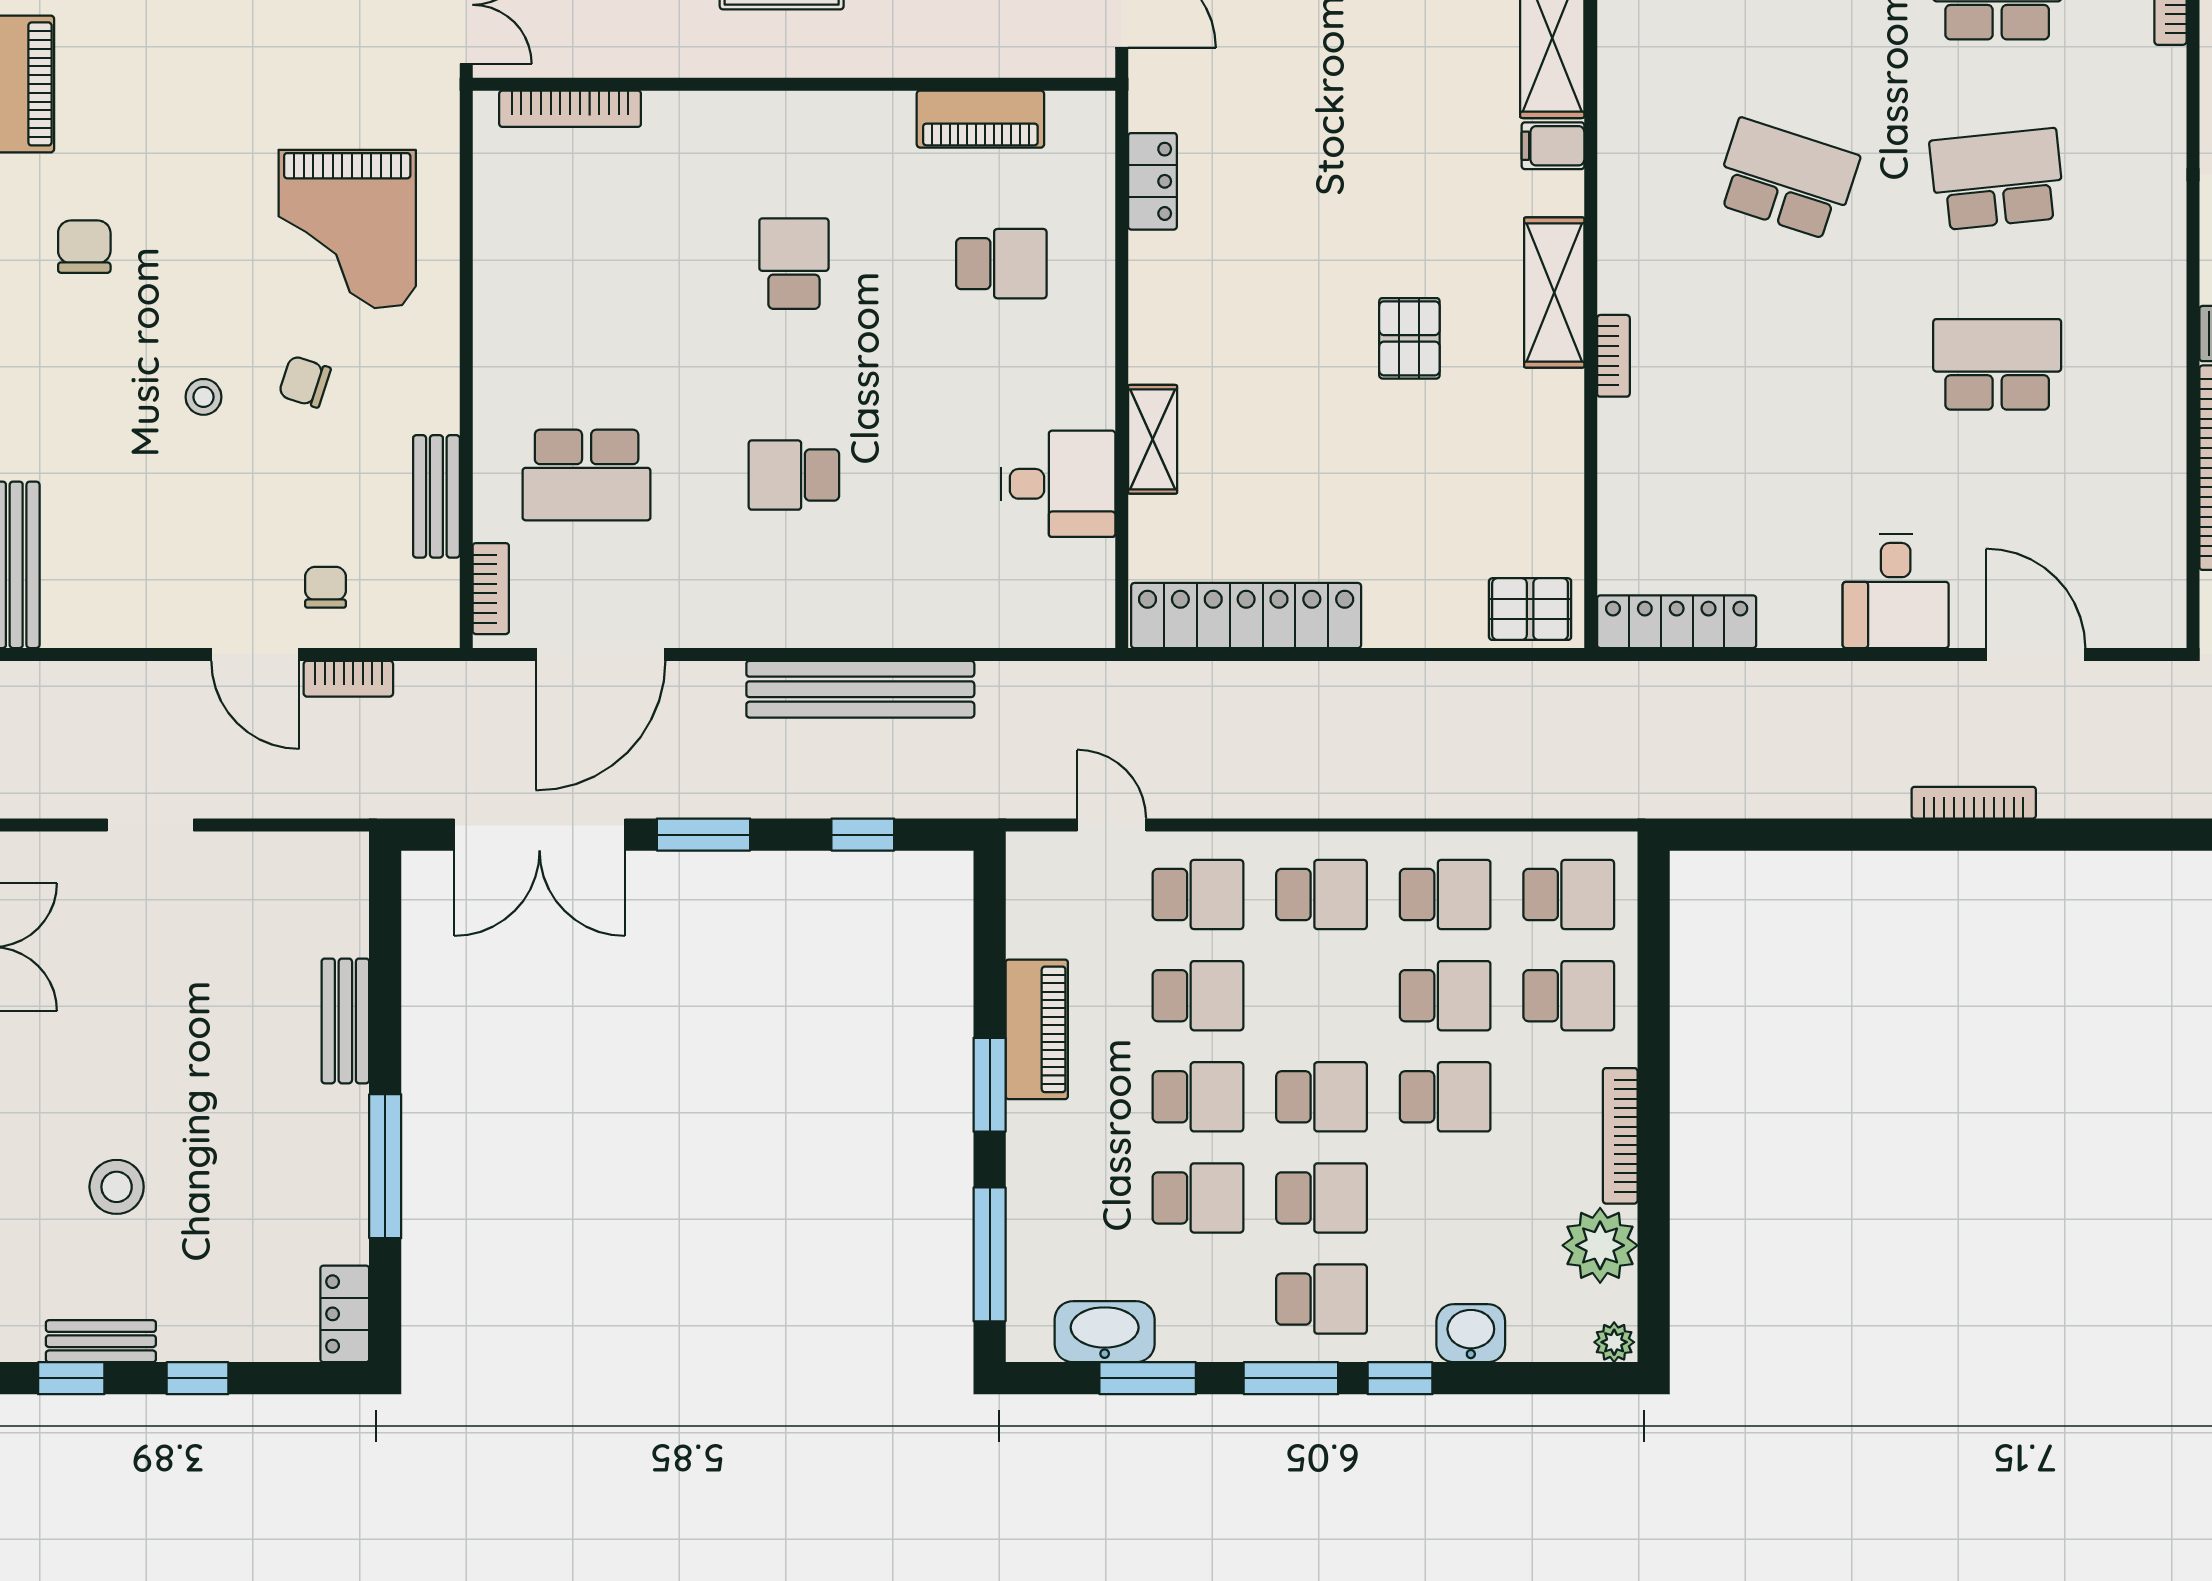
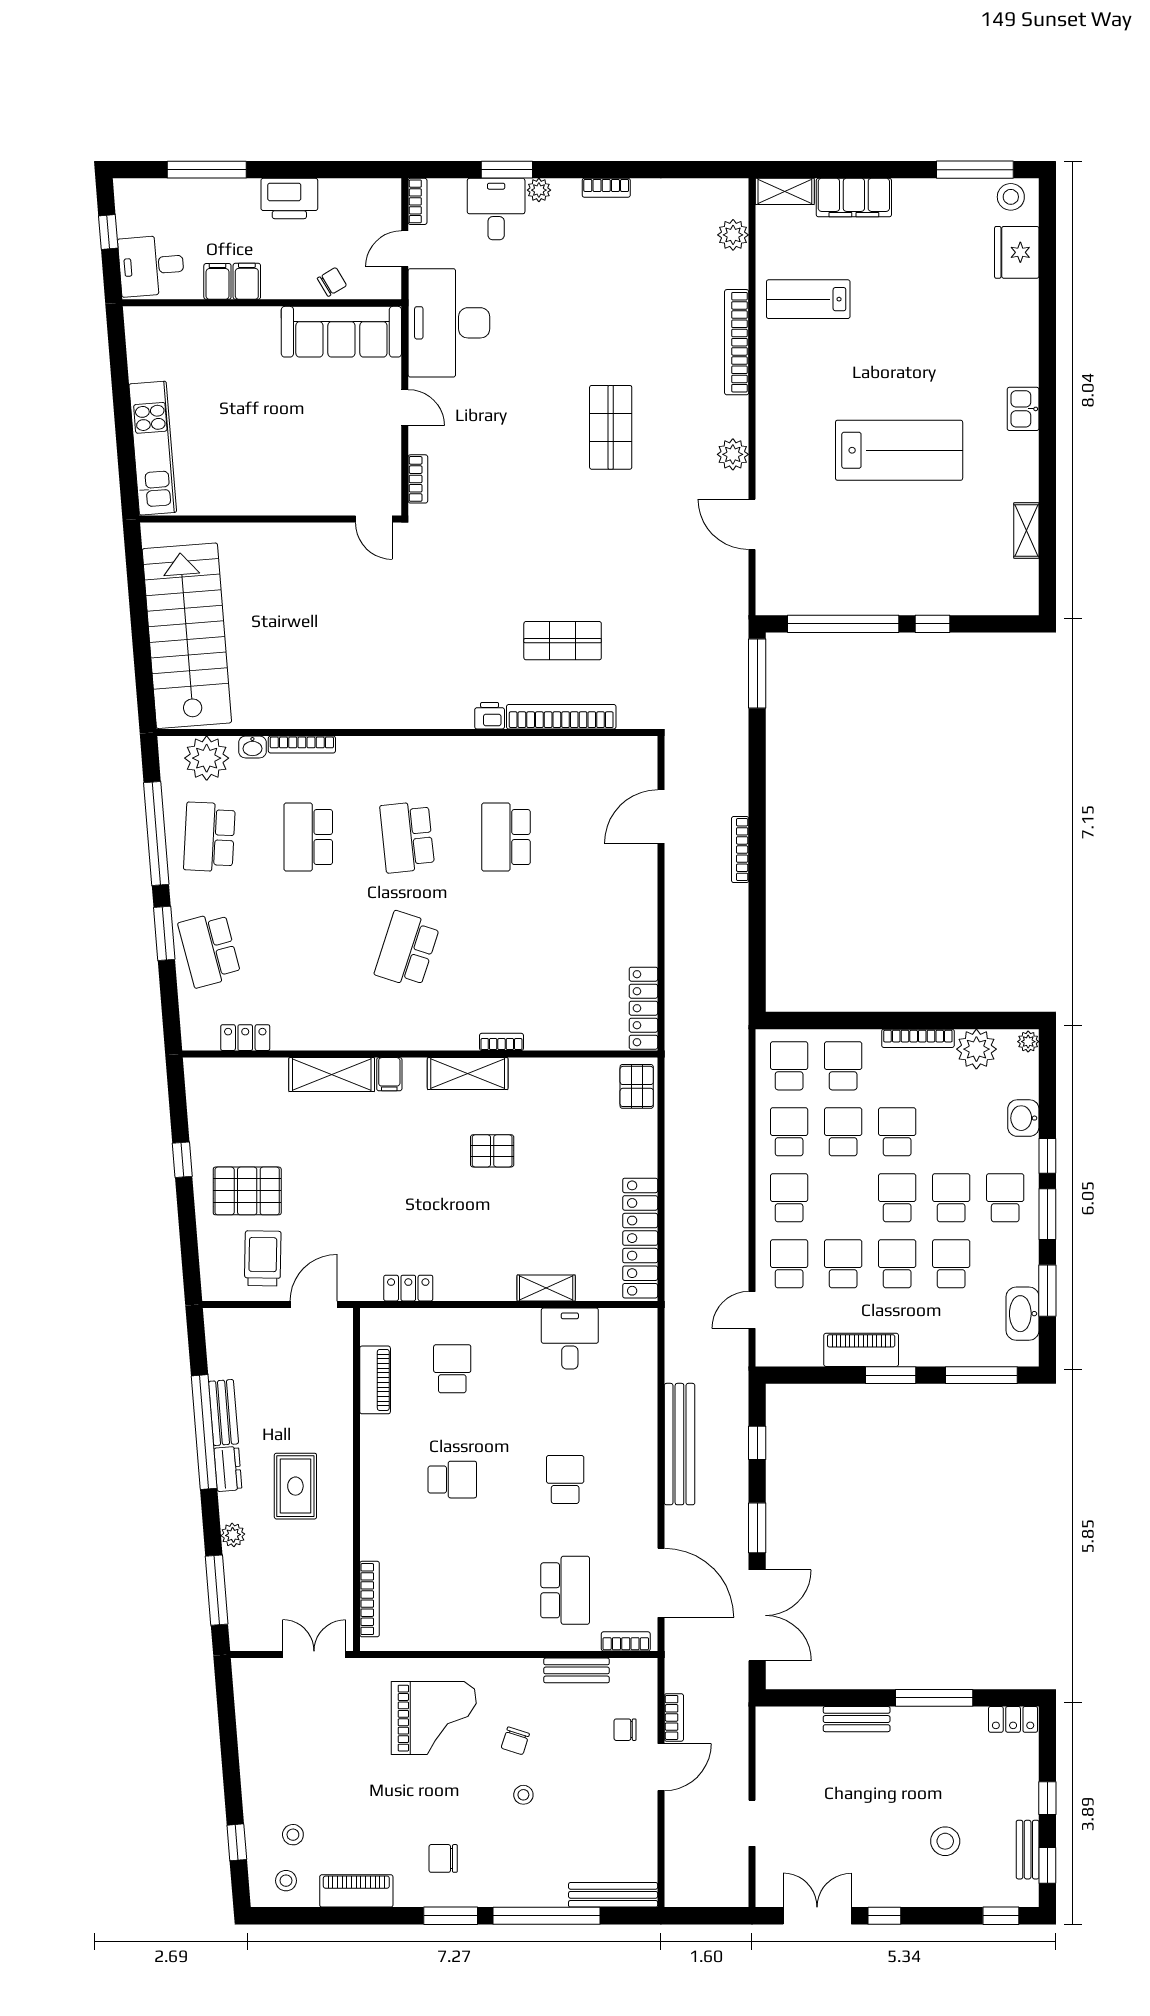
school desk: (794, 264) -> (452, 1480), turned 180
school desk: (794, 475) -> (565, 1480), turned 180
desk: (1896, 591) -> (627, 891), removed

